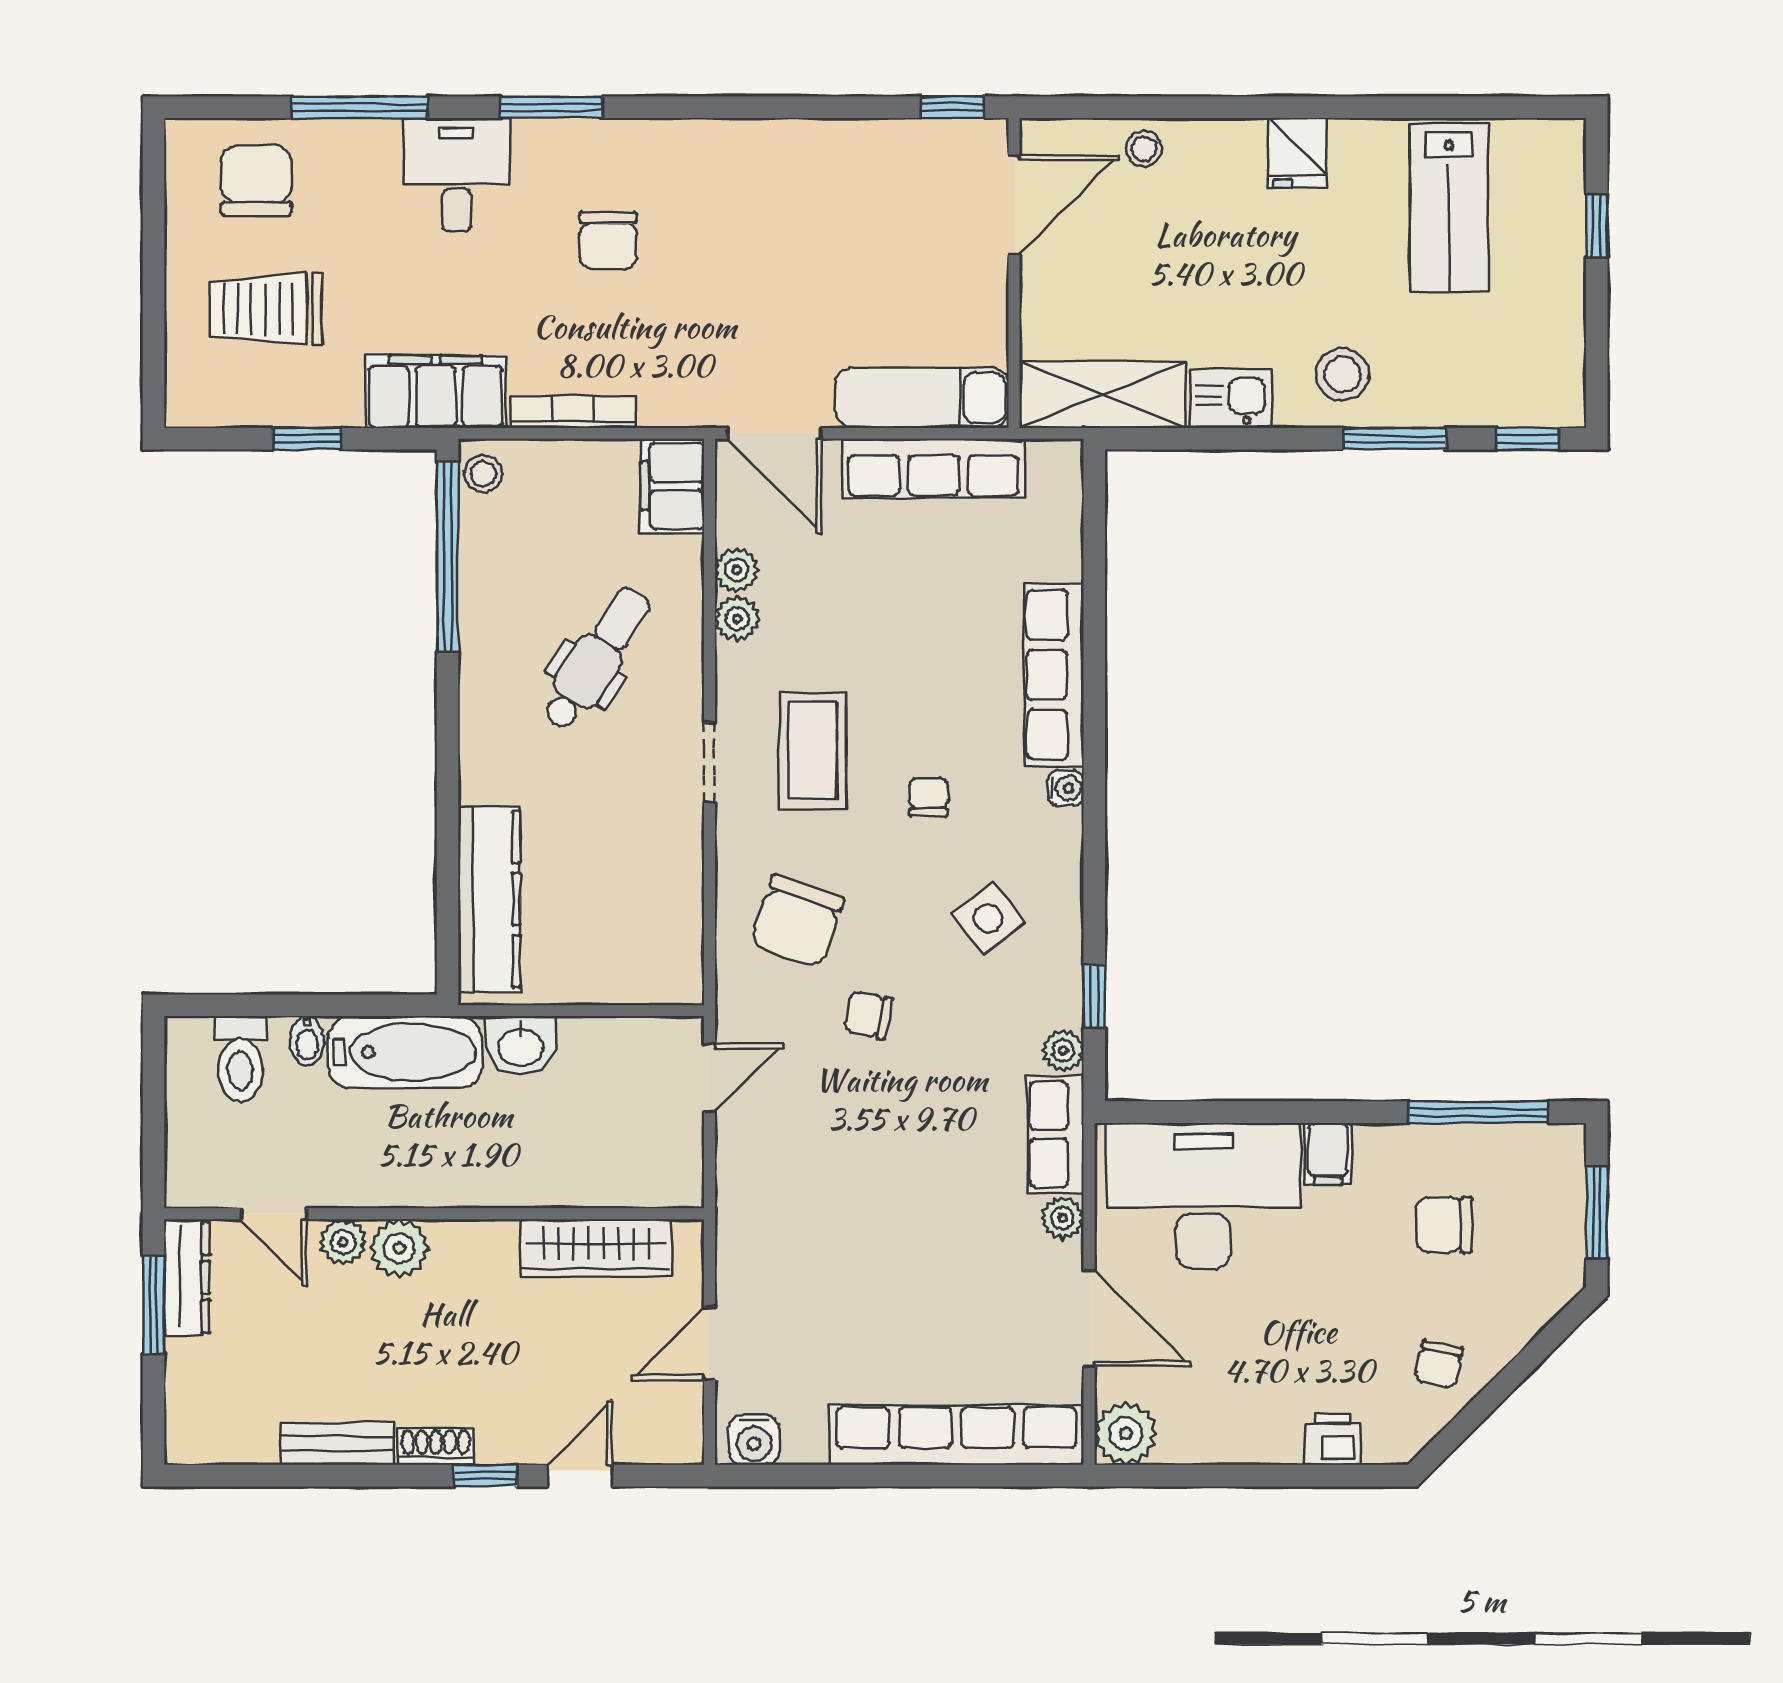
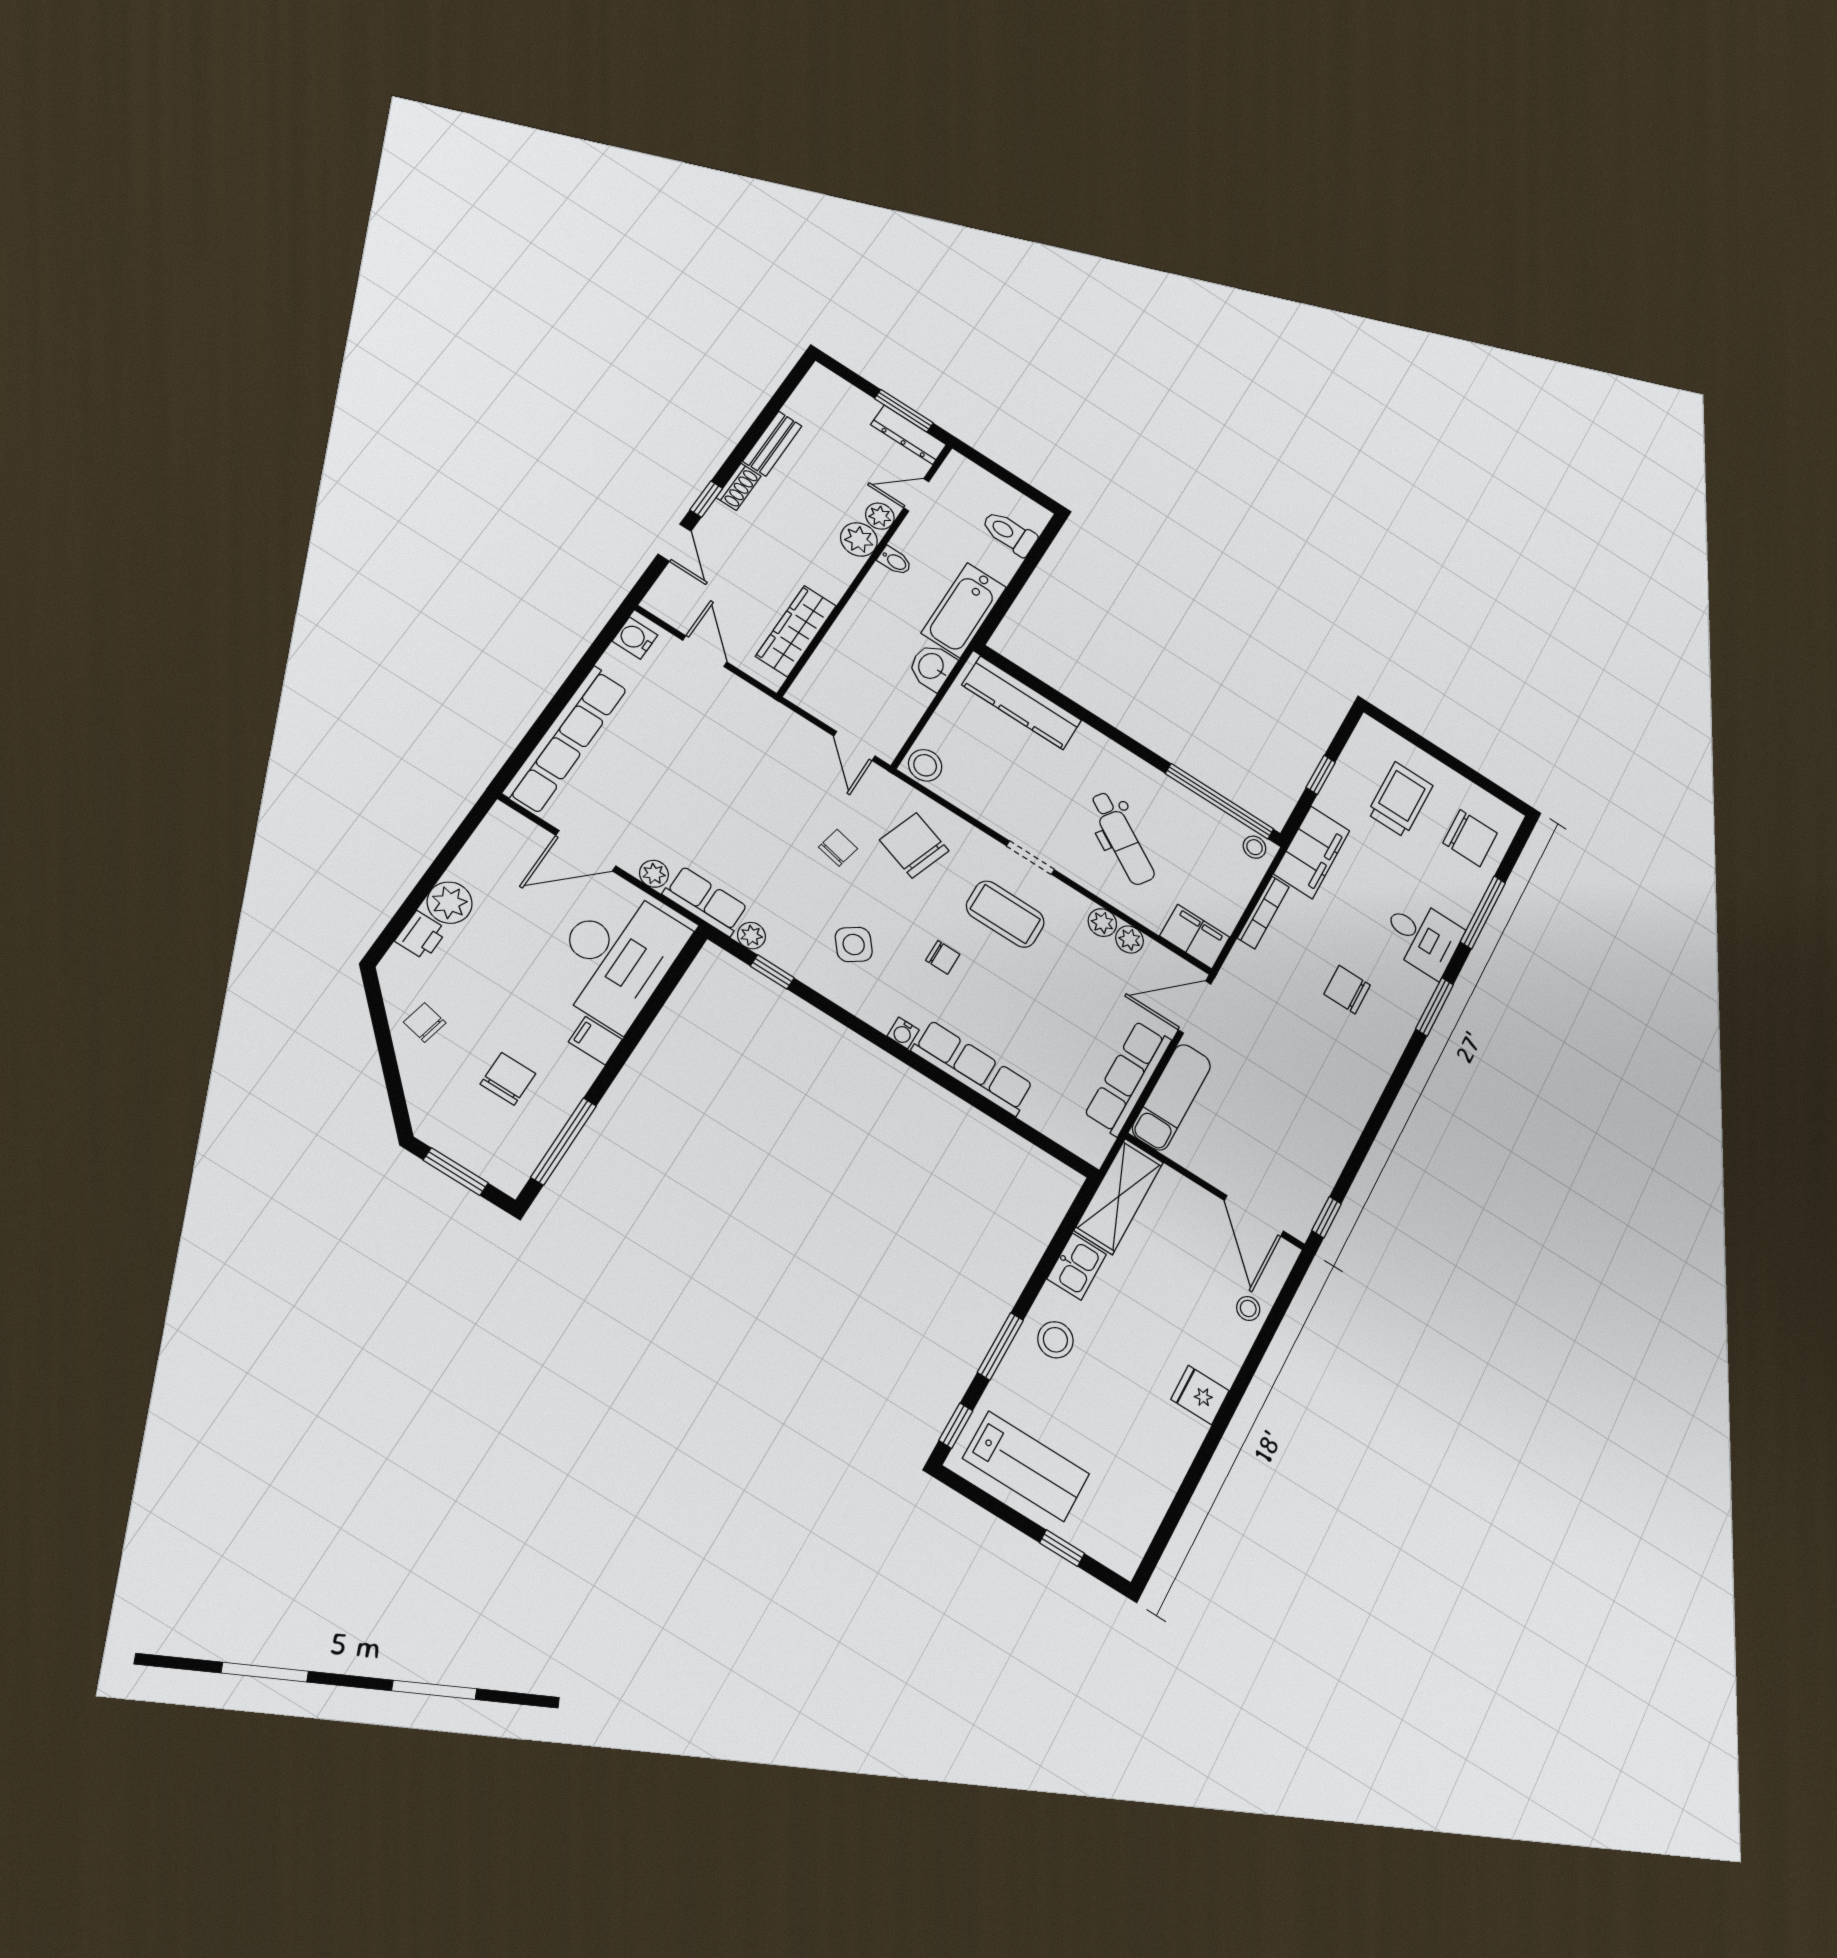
lab bench: (1449, 208) -> (1026, 1466), moved, turned 180
stool: (672, 972) -> (925, 765), added
bidet: (307, 1041) -> (895, 561), moved, turned 180
plant: (1126, 1434) -> (450, 903), moved

